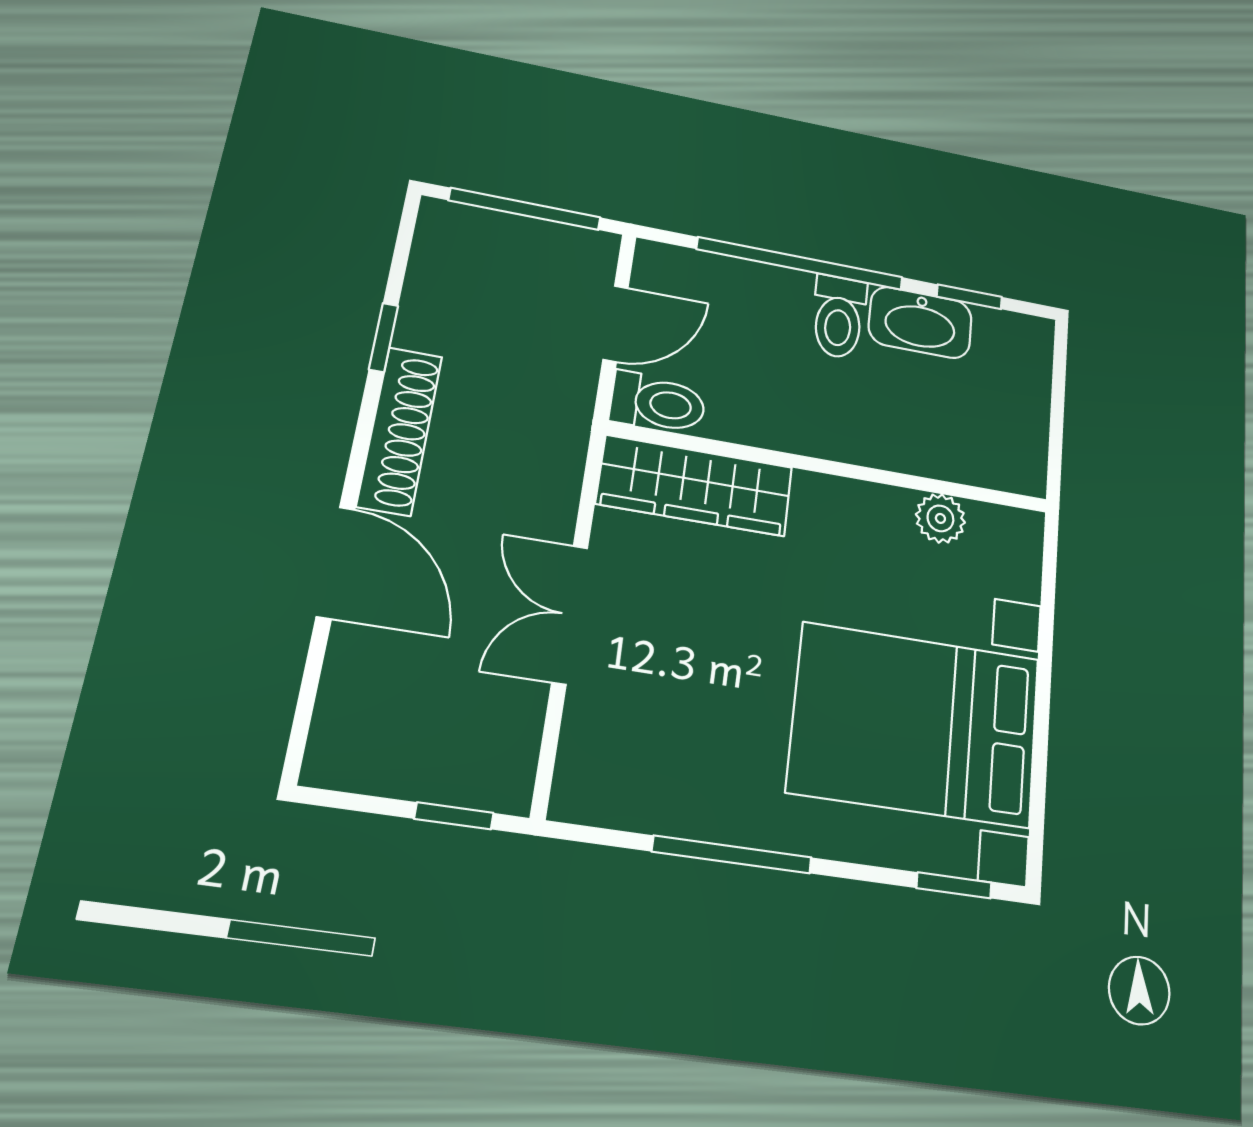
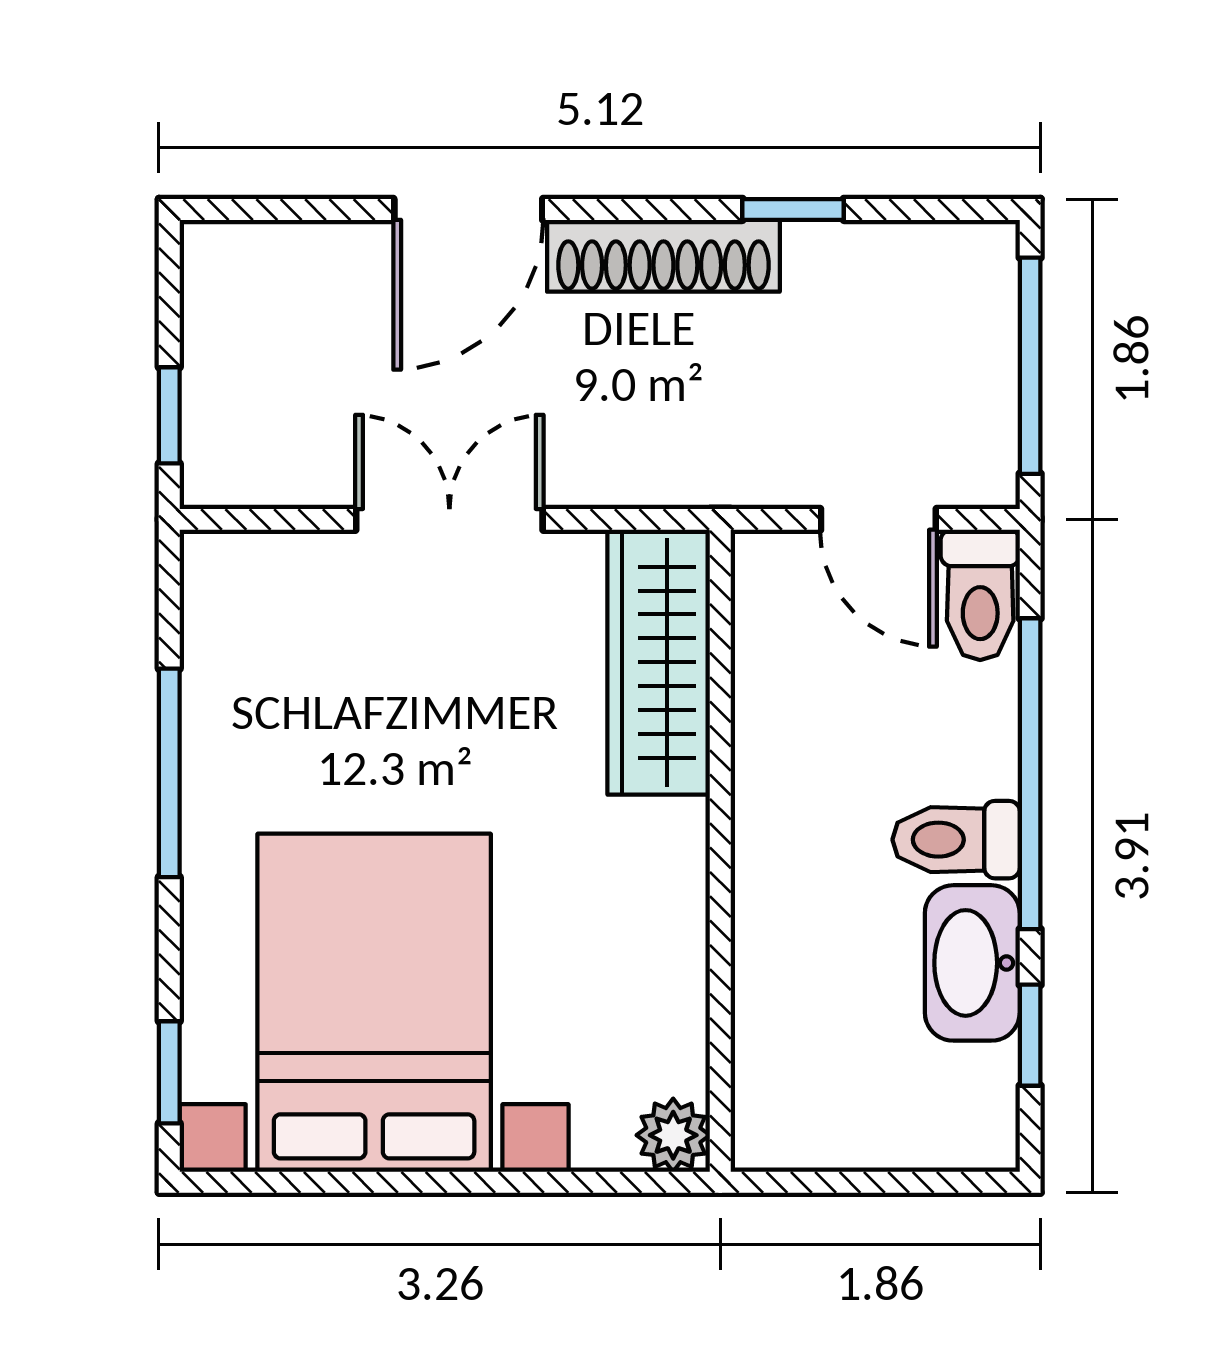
toilet: (658, 403) -> (980, 595), moved
plant: (940, 518) -> (673, 1135), moved

